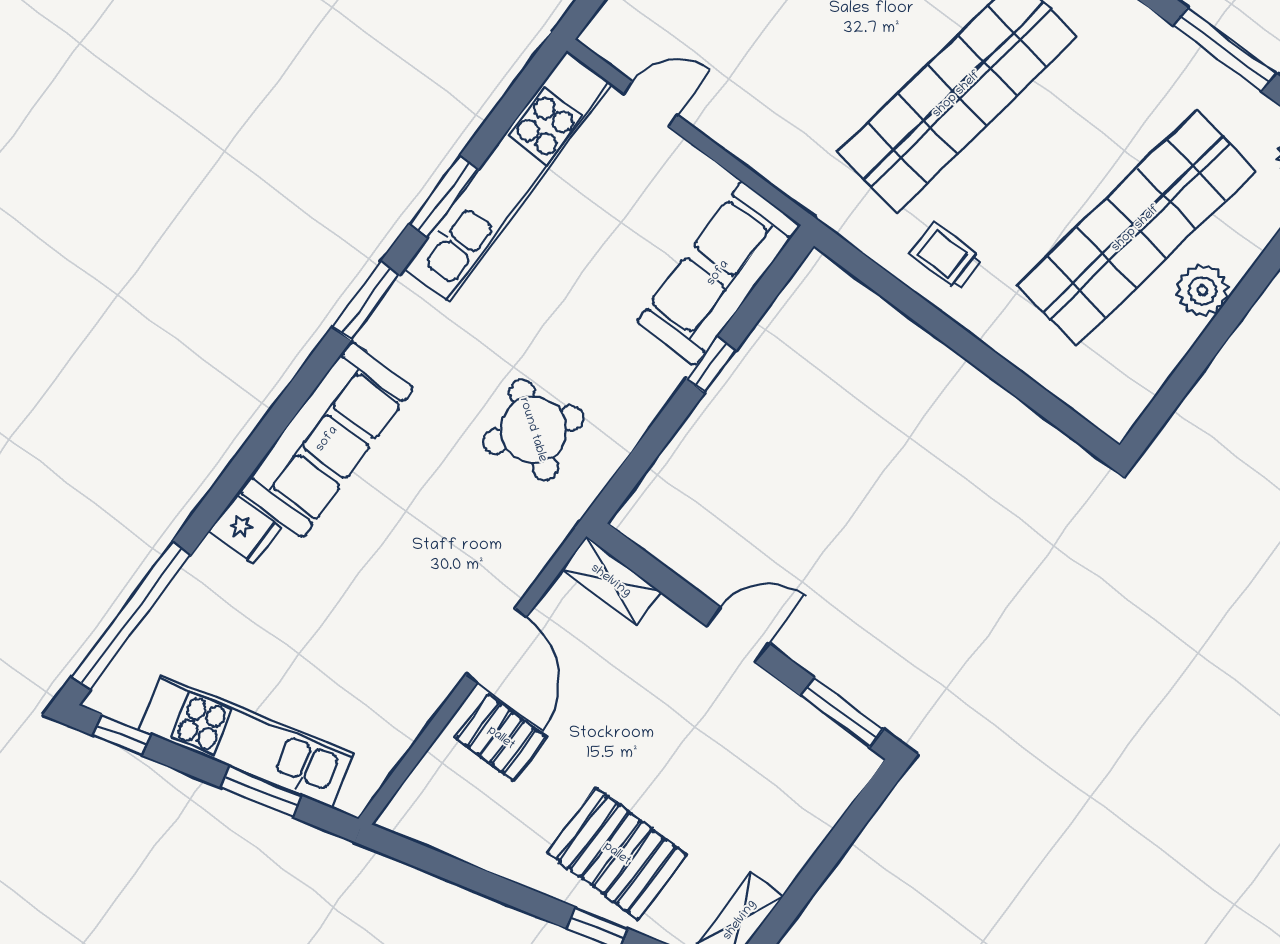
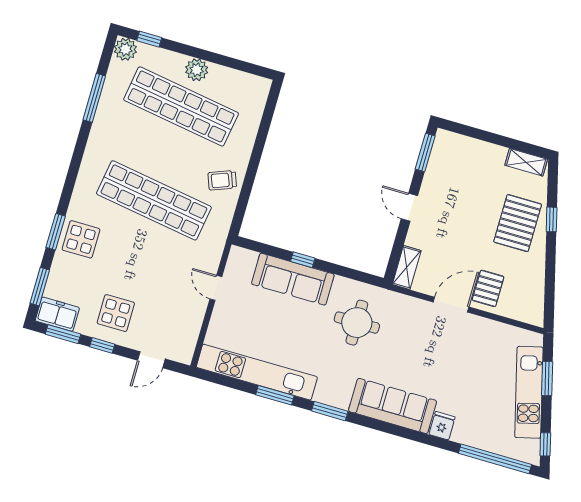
door: (650, 104) -> (216, 288), moved
trolley: (946, 256) -> (222, 180), turned 69
sofa: (718, 273) -> (293, 279), moved
round table: (533, 430) -> (357, 323), turned -36

